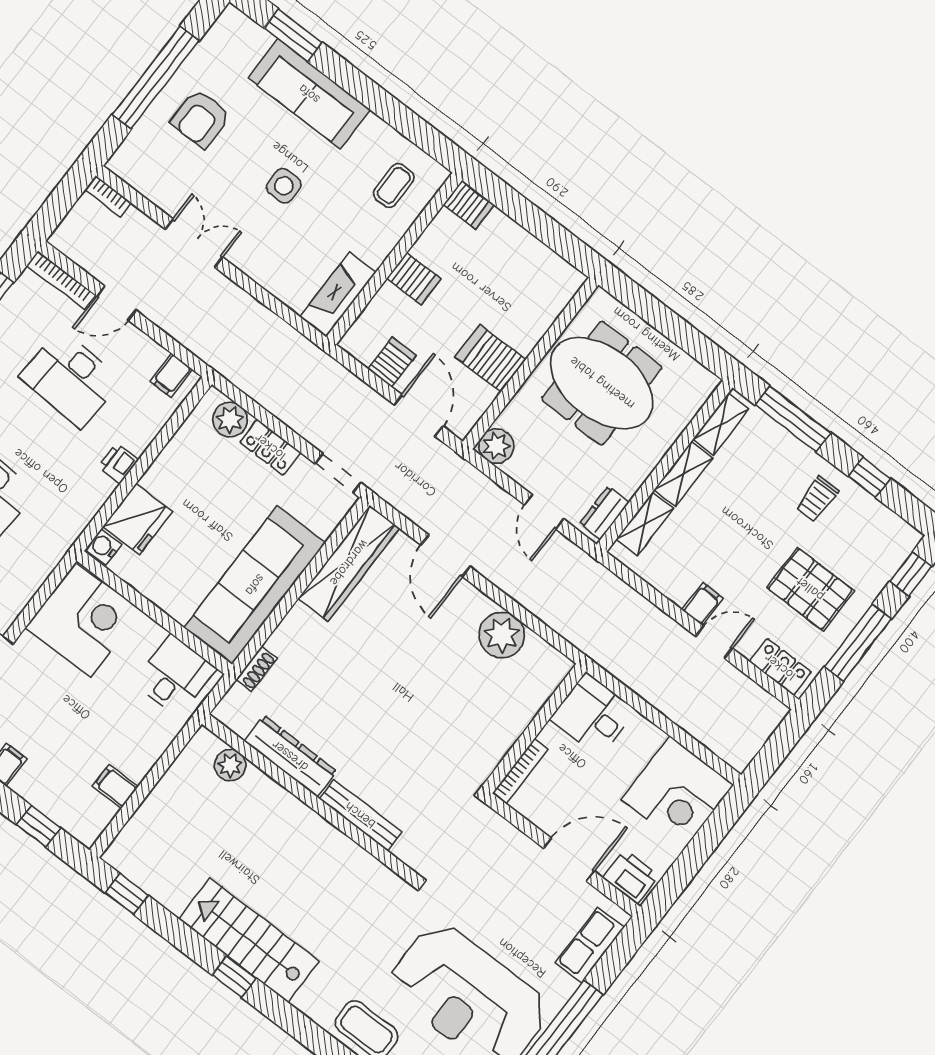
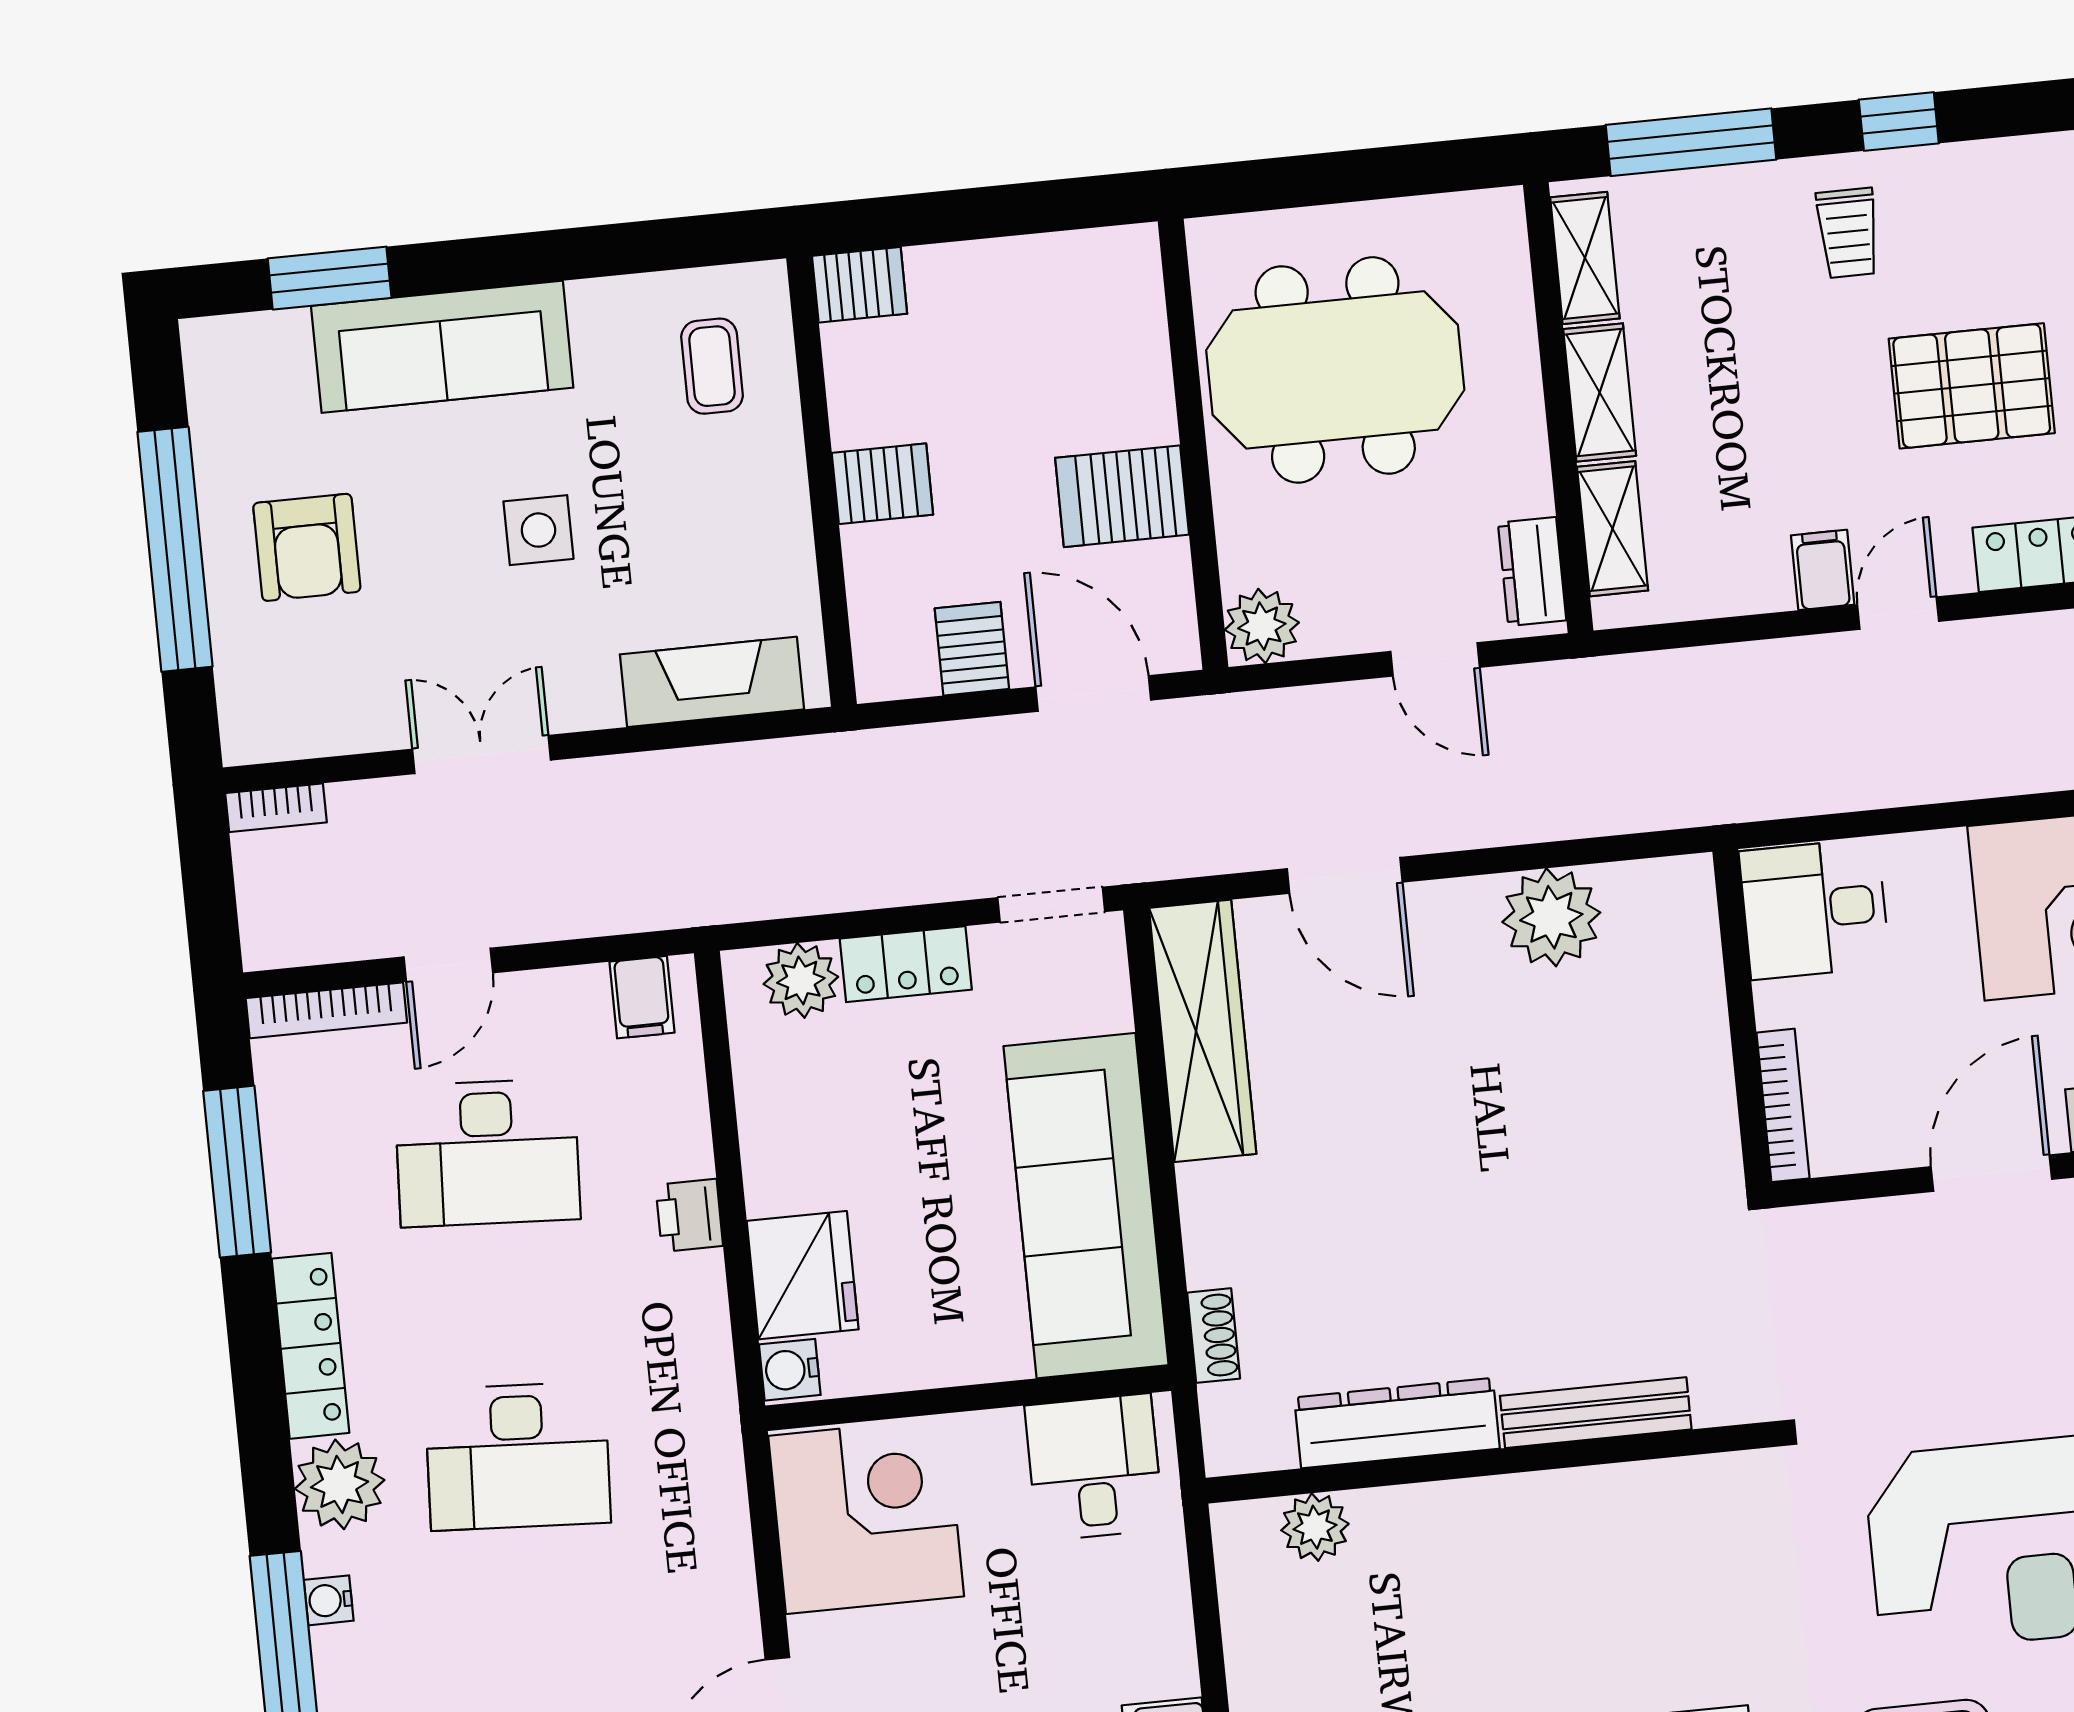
fireplace: (338, 295) -> (712, 682), moved, turned 90

